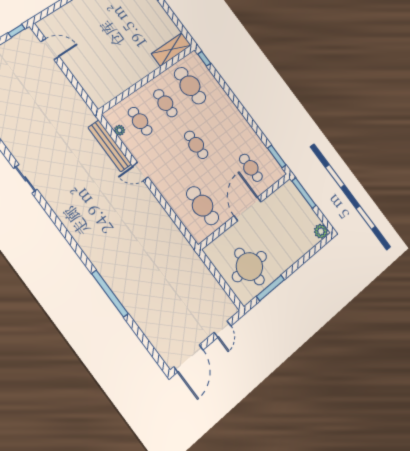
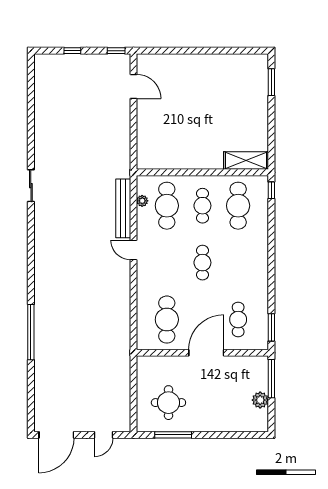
cafe table: (140, 121) -> (167, 206), width x1.37, depth x1.35
plant: (321, 231) -> (260, 400), moved
round table: (249, 267) -> (168, 403), width x0.73, depth x0.73

